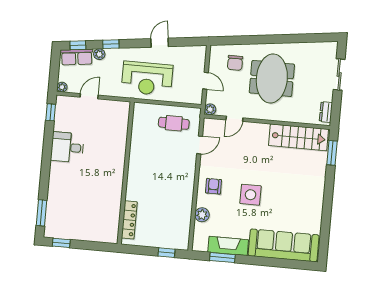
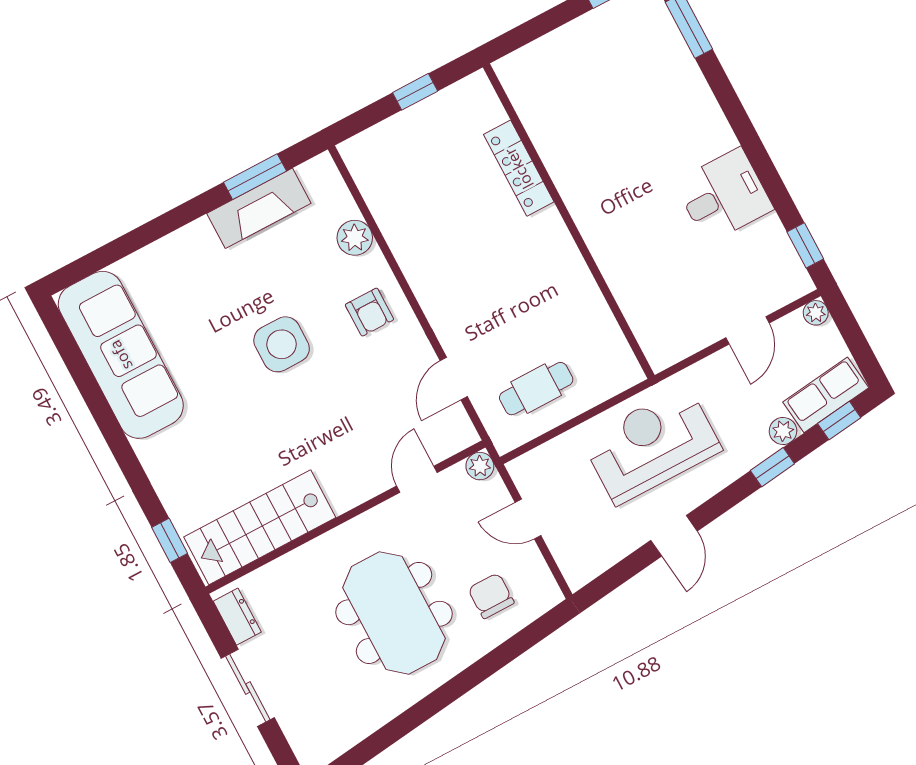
sliding door: (339, 74) -> (248, 688), moved
window: (332, 153) -> (170, 540), width x0.67
locker: (129, 220) -> (519, 168), moved
sofa: (284, 245) -> (121, 355), moved, turned -90
window: (167, 253) -> (415, 92), moved

